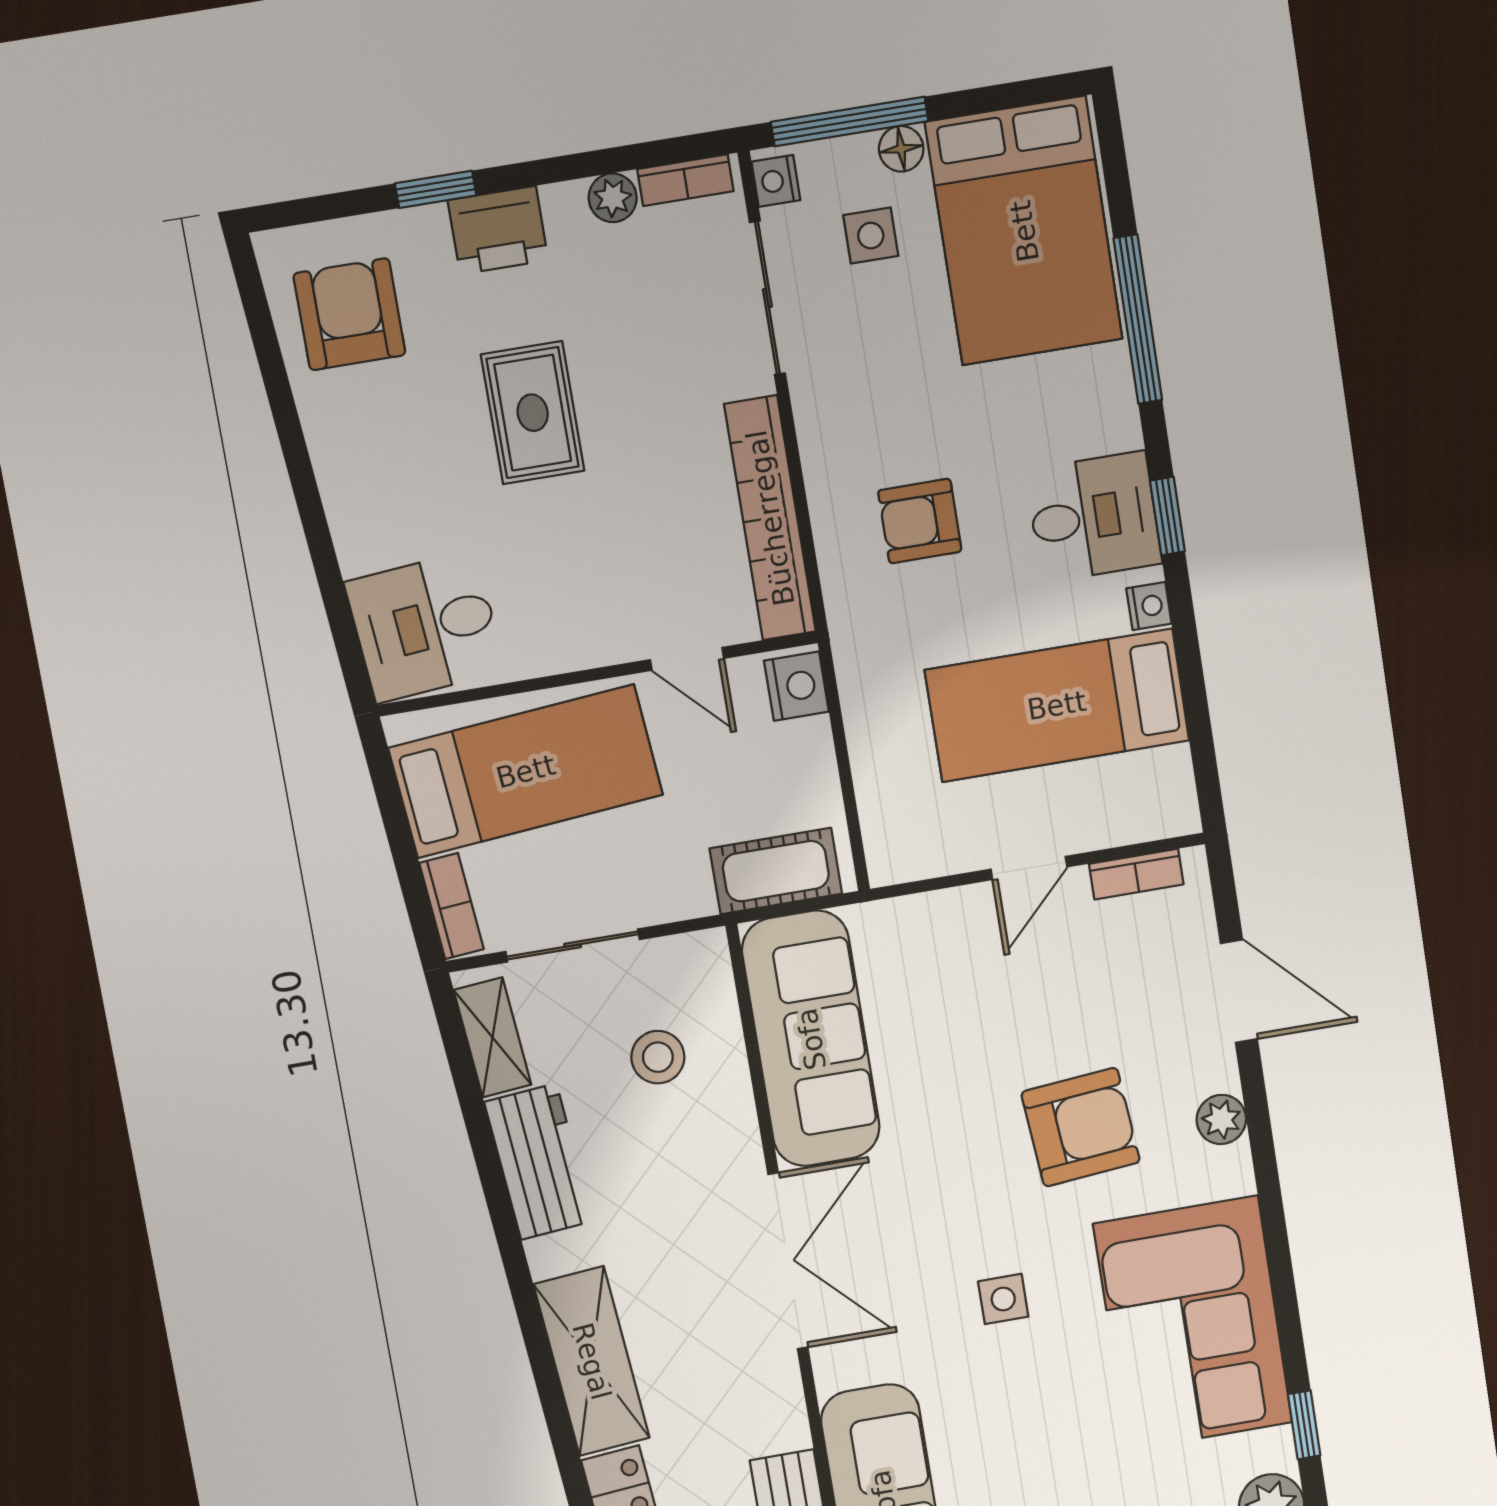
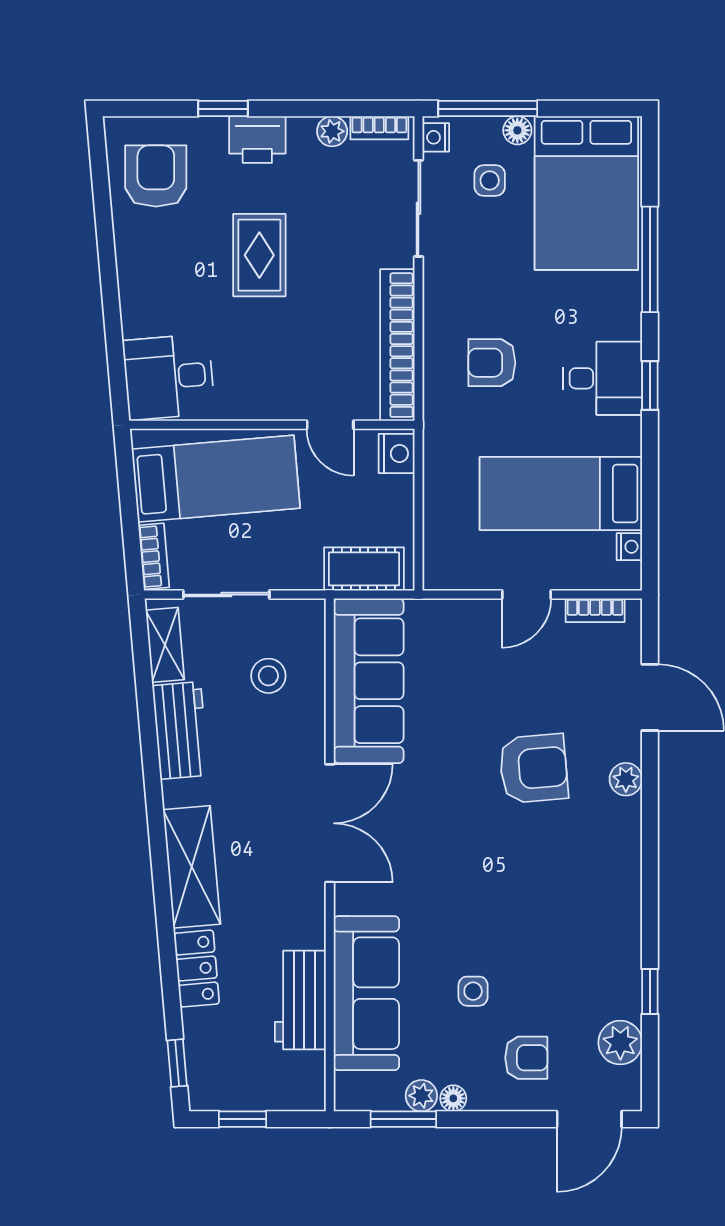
nightstand: (1149, 606) -> (629, 547), moved
side table: (1003, 1299) -> (473, 991), moved
corner sofa: (1193, 1323) -> (587, 911), removed

